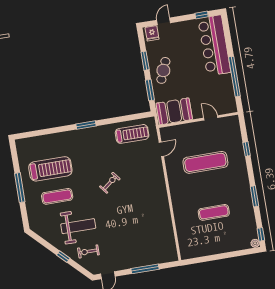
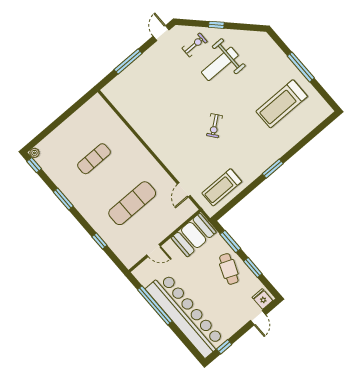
bar counter: (214, 45) -> (185, 315), width x1.36
exercise mat: (57, 196) -> (259, 81), removed

